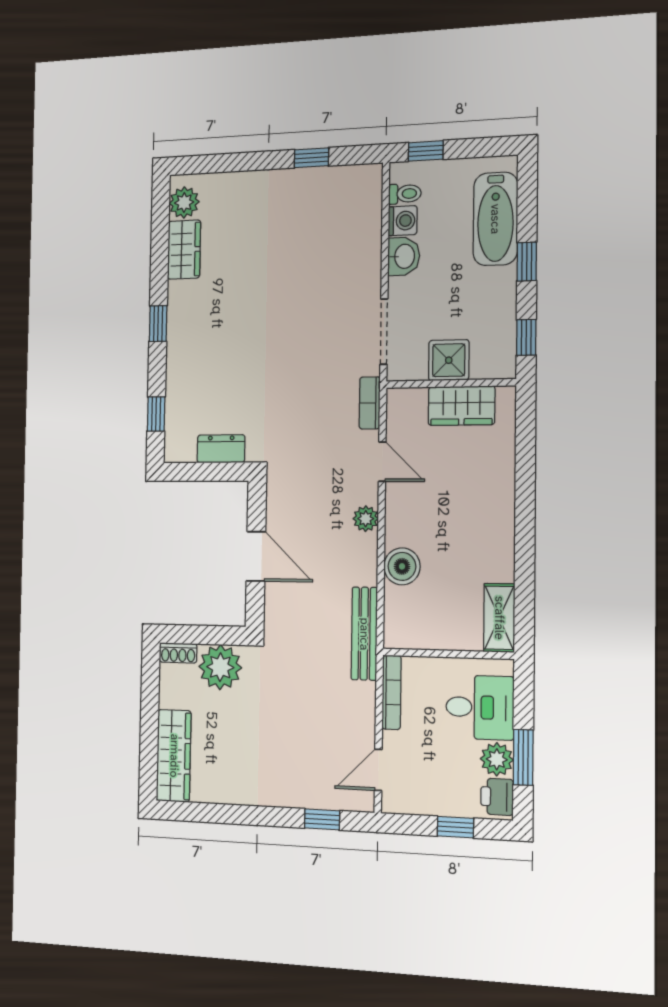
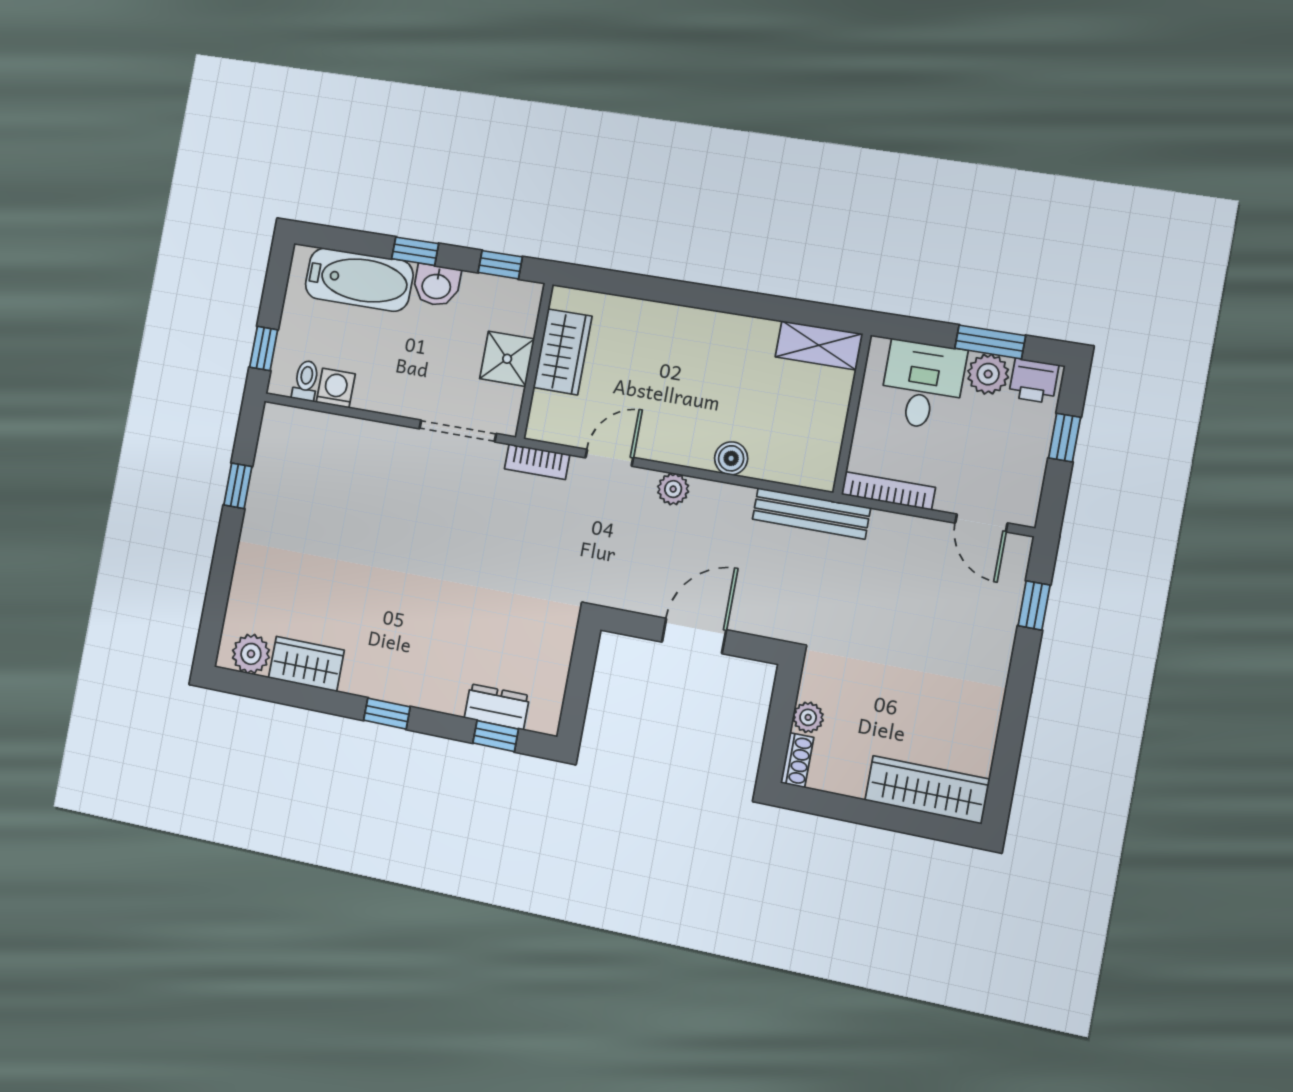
washbasin: (404, 256) -> (436, 285), moved, turned 180
dresser: (221, 449) -> (497, 707), moved, turned 90
boiler: (402, 566) -> (731, 458), width x0.73, depth x0.73
plant: (220, 667) -> (808, 717), width x0.53, depth x0.53

